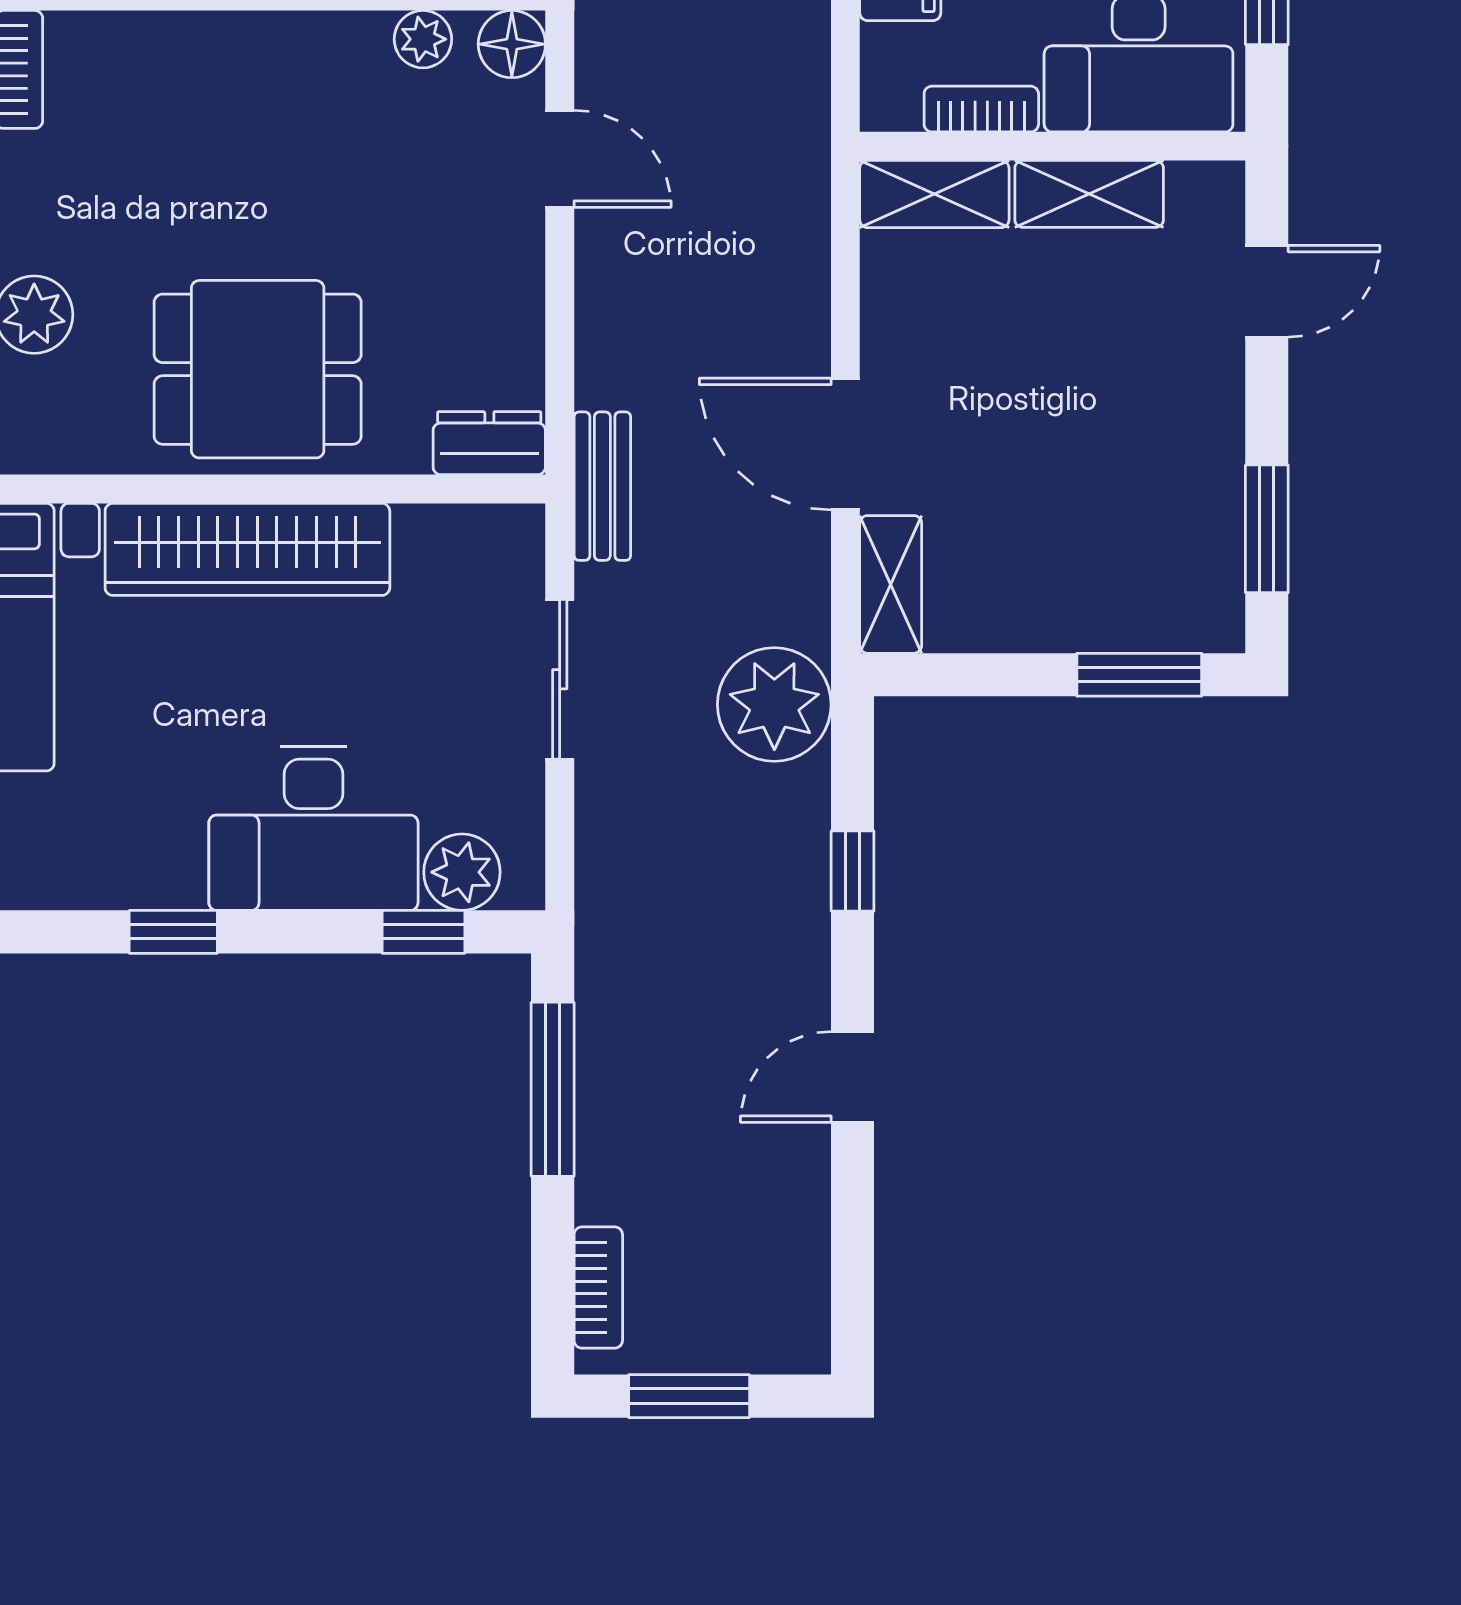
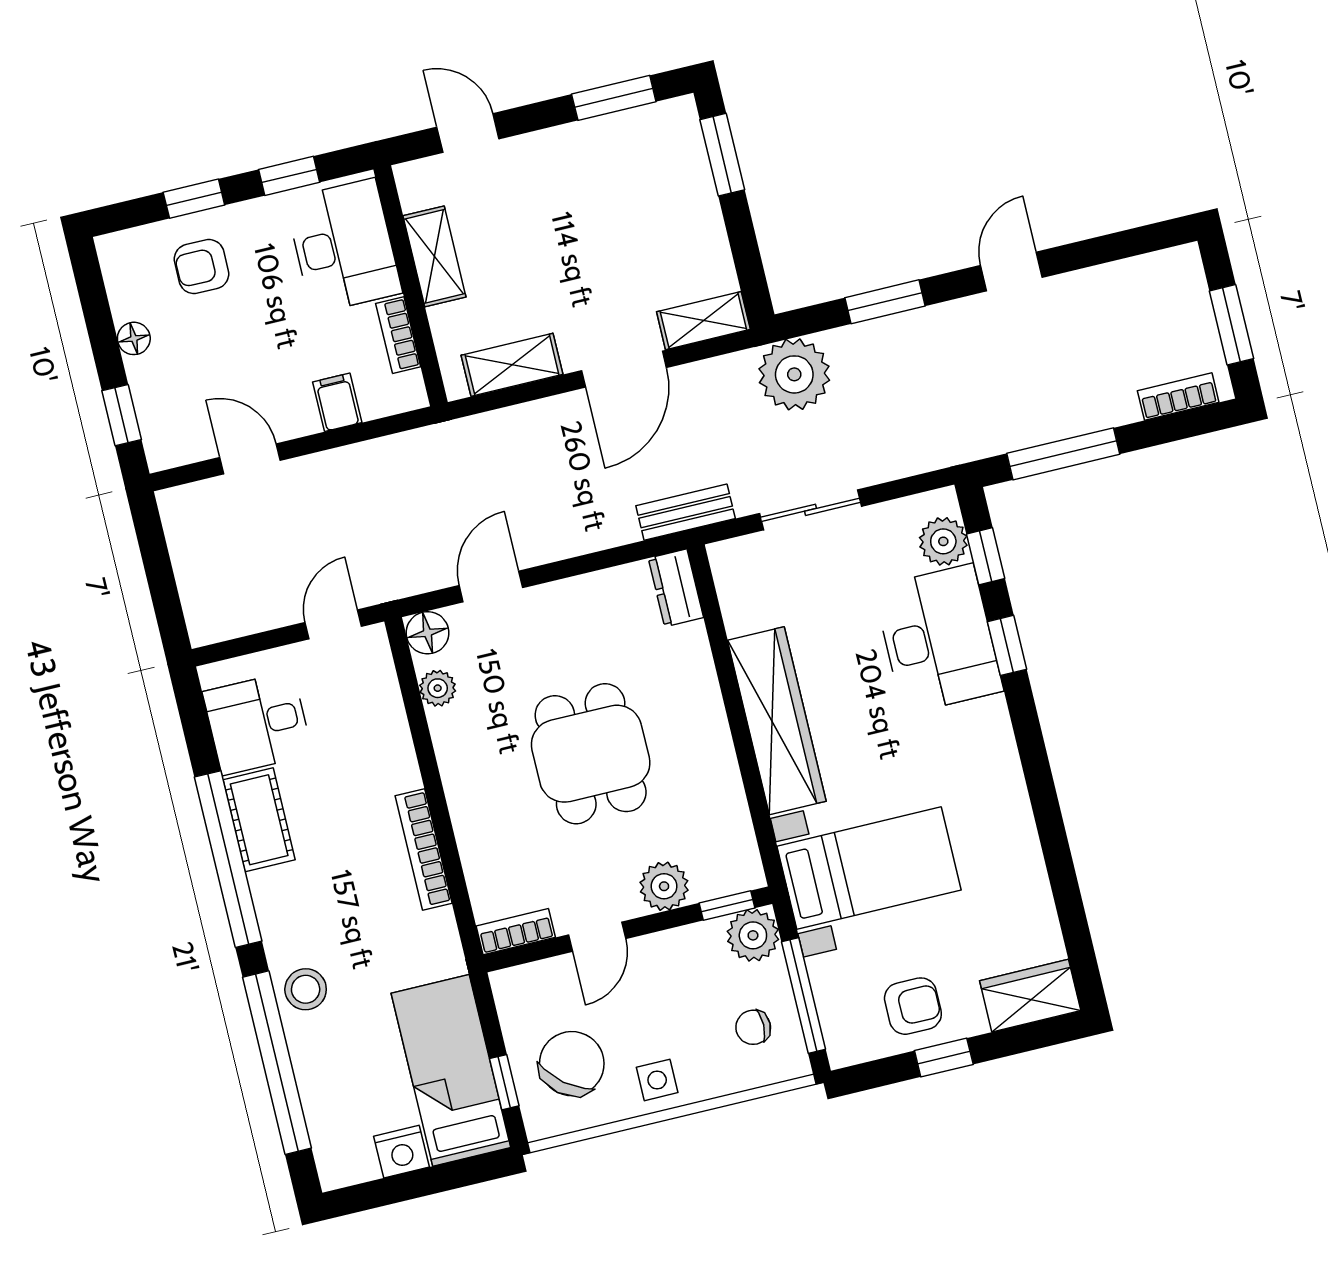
shelving: (934, 194) -> (512, 365), moved, turned 90
dining table: (258, 369) -> (591, 754), moved
window: (853, 871) -> (885, 302), width x1.50
window: (173, 932) -> (1007, 645), moved
door: (853, 1077) -> (1011, 271), swing flipped

